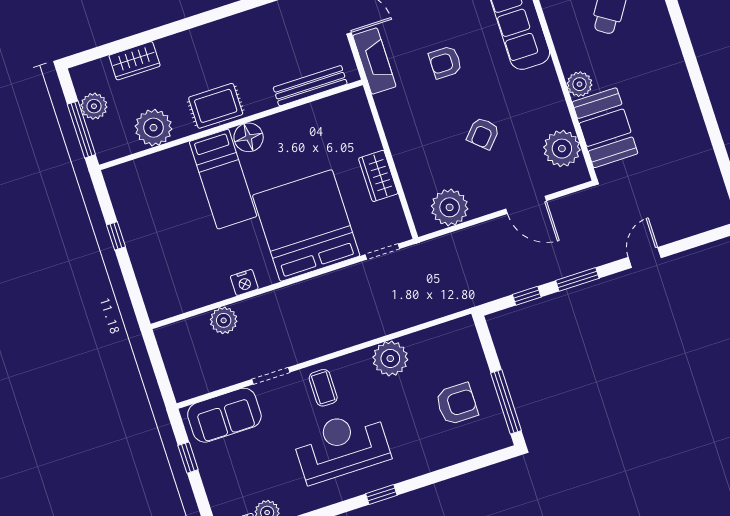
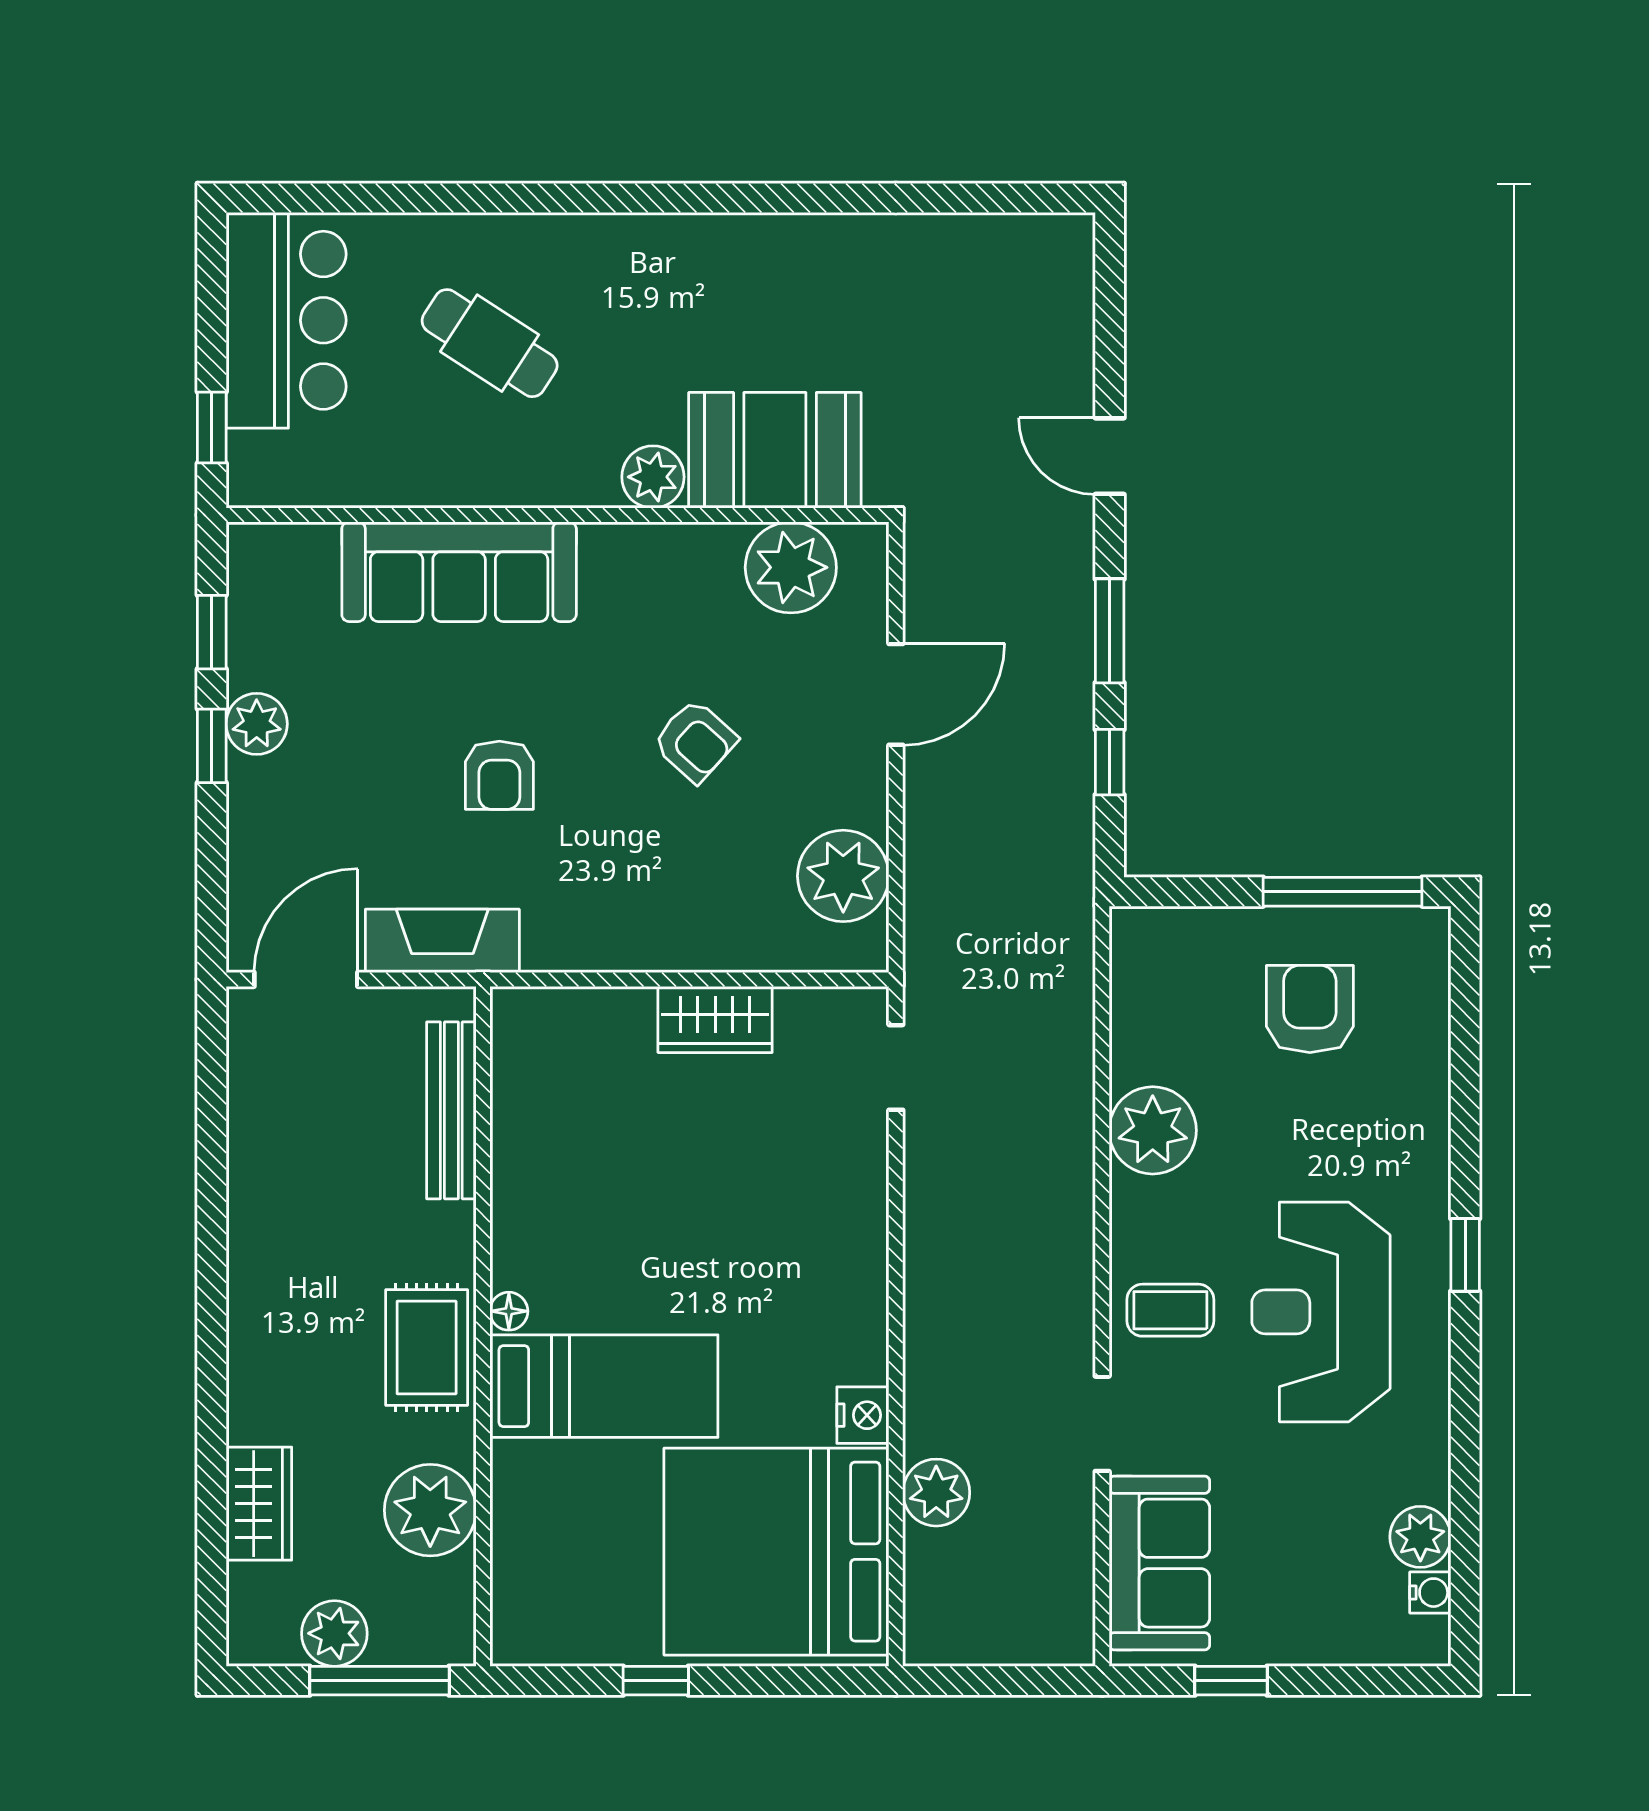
floor lamp: (249, 137) -> (509, 1311), width x0.53, depth x0.53
bed: (306, 226) -> (776, 1552), moved

